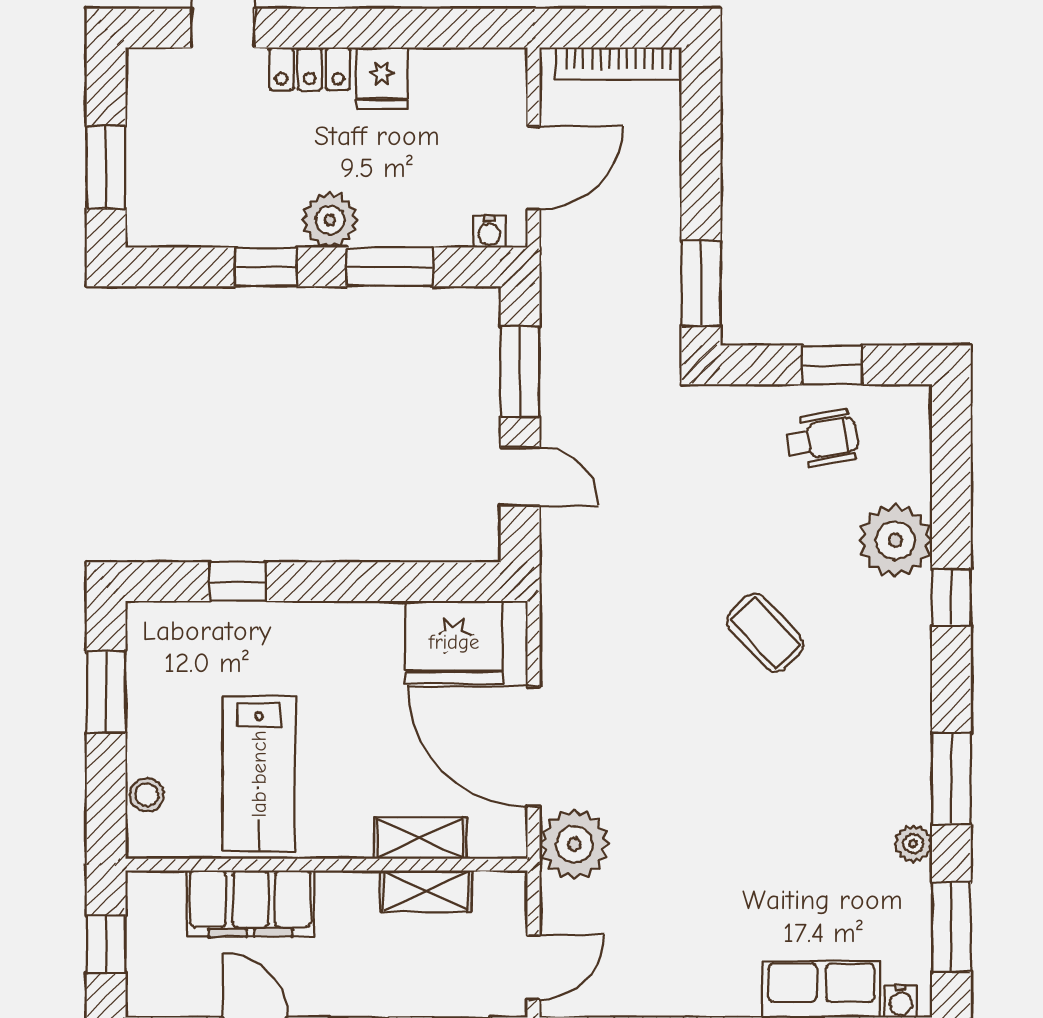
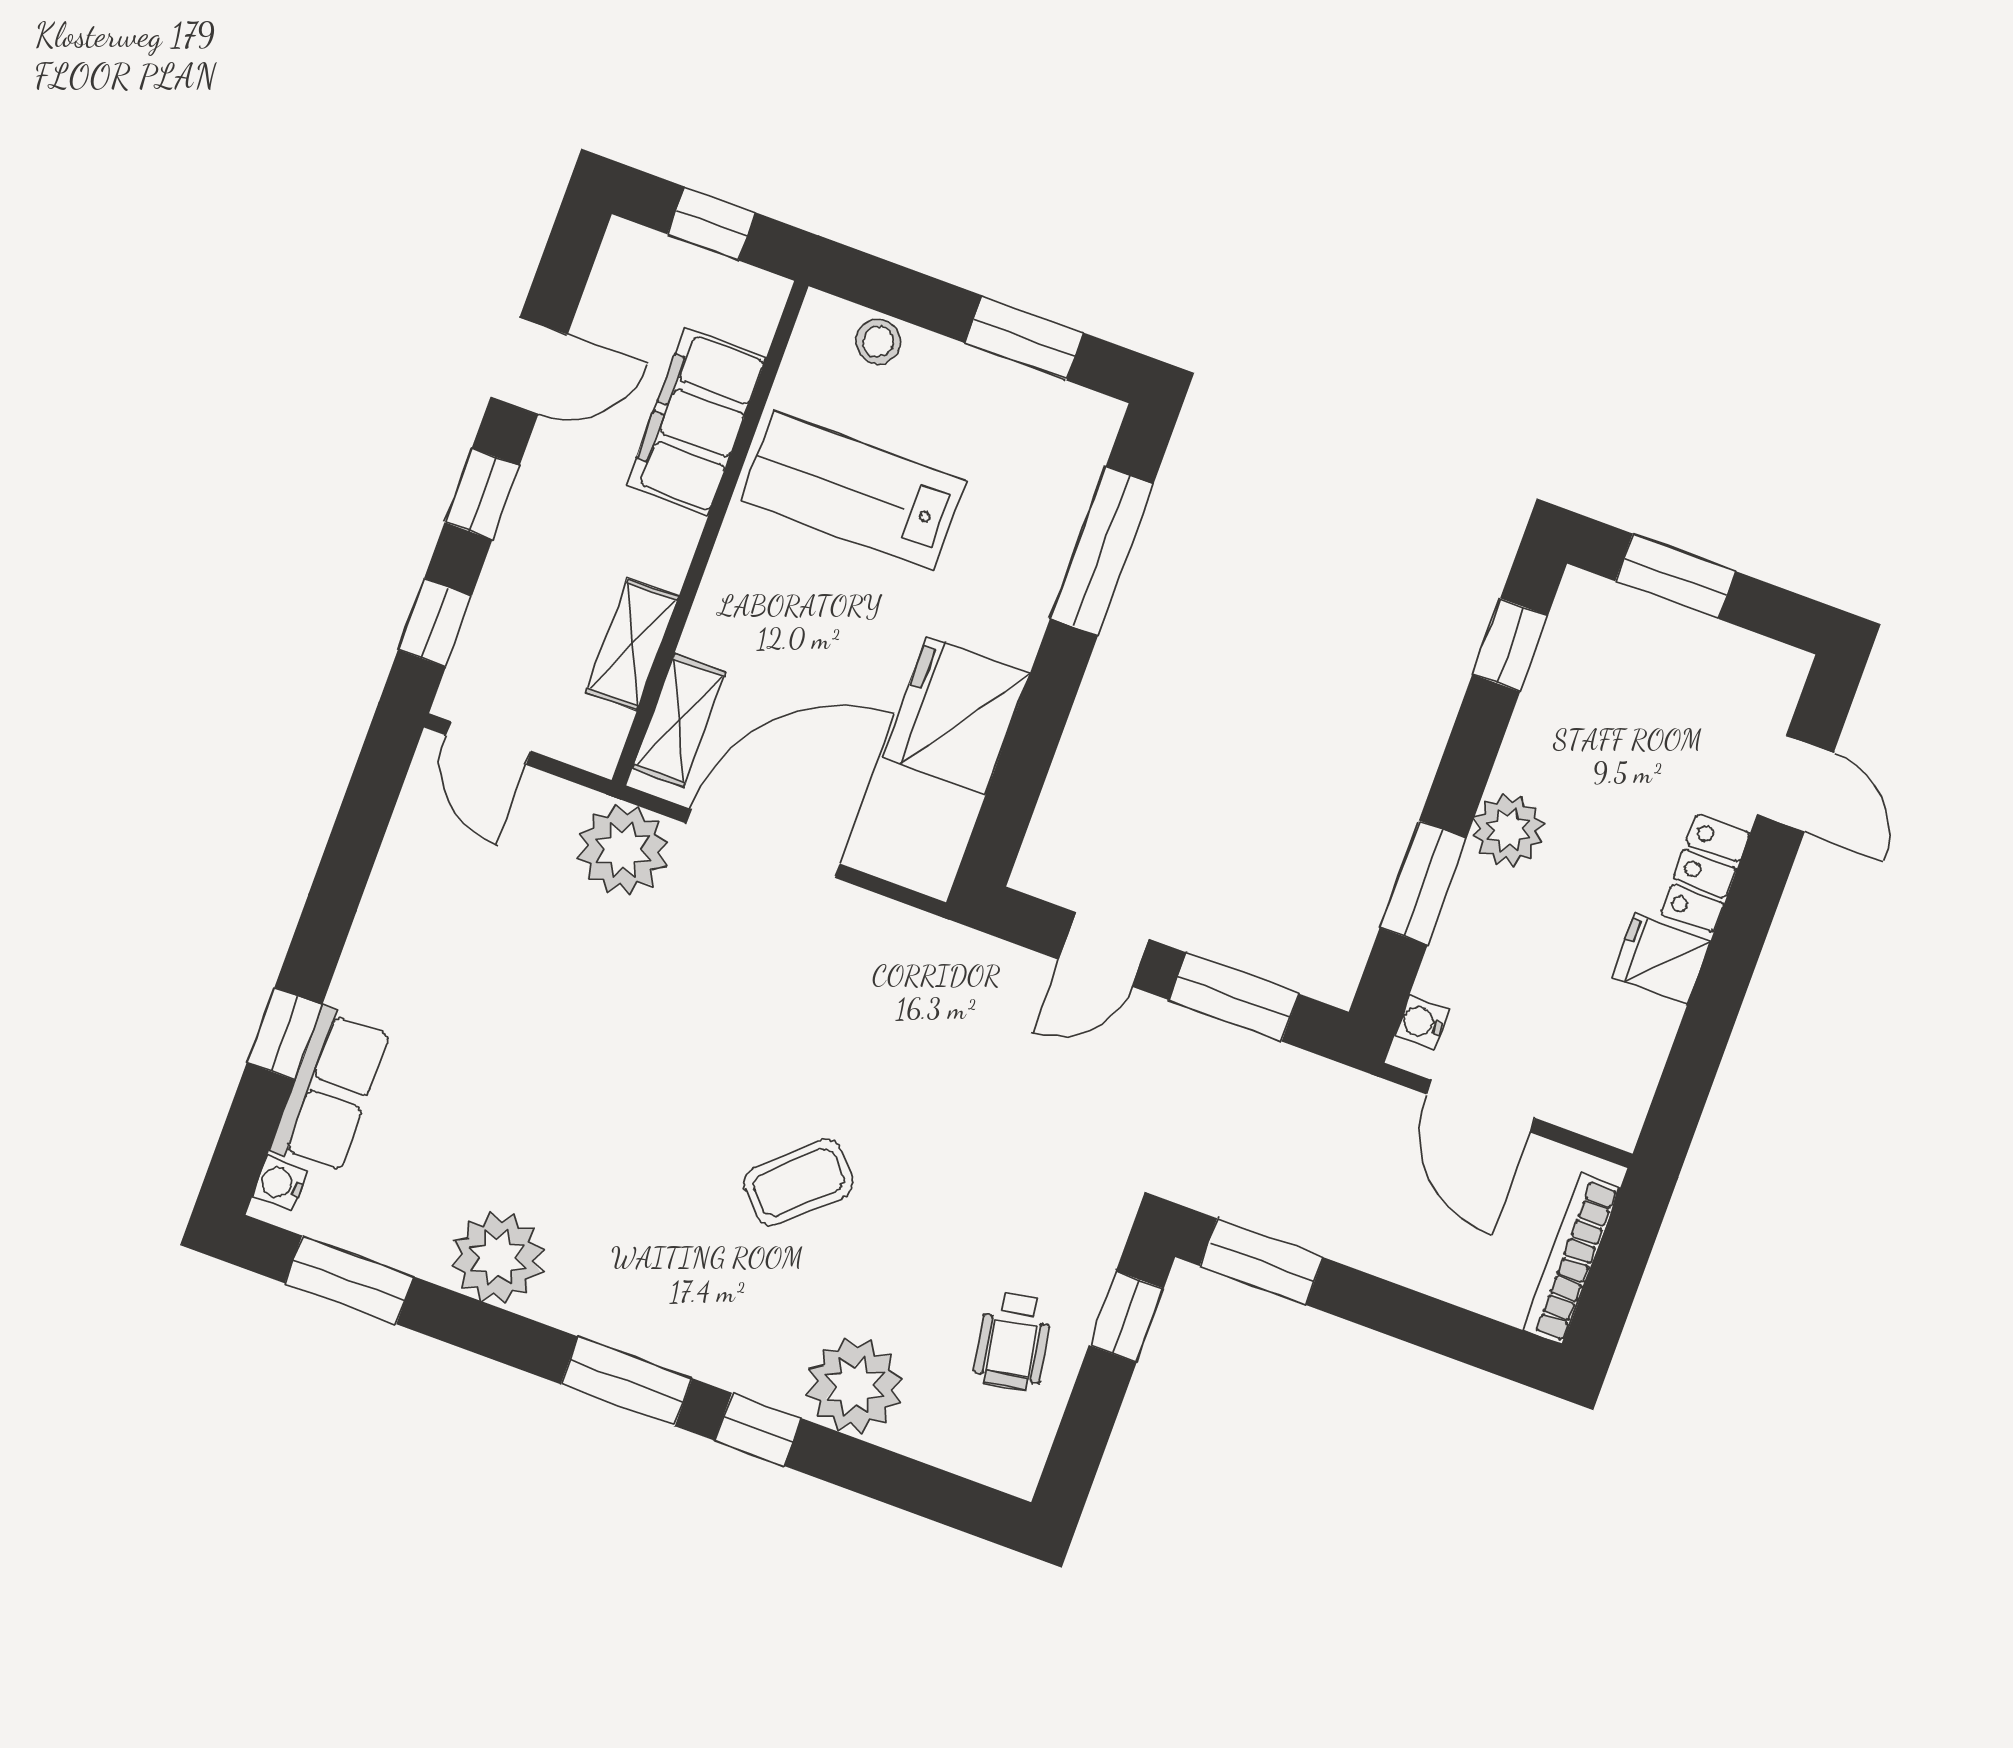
window: (266, 267) -> (1510, 645), moved
window: (832, 365) -> (1126, 1317), moved
window: (238, 582) -> (1102, 551), width x2.17
fridge: (454, 642) -> (956, 715), moved
window: (951, 779) -> (627, 1381), moved
shelving: (420, 838) -> (679, 720), moved
plant: (913, 844) -> (498, 1258), width x1.88, depth x1.88

